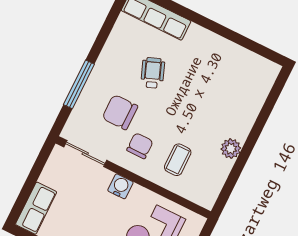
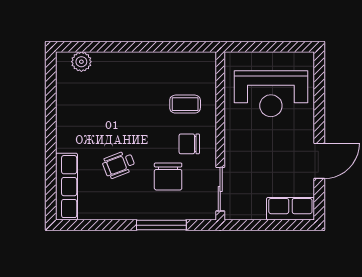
plant: (231, 149) -> (81, 62), moved
water cooler: (120, 186) -> (234, 143), removed

